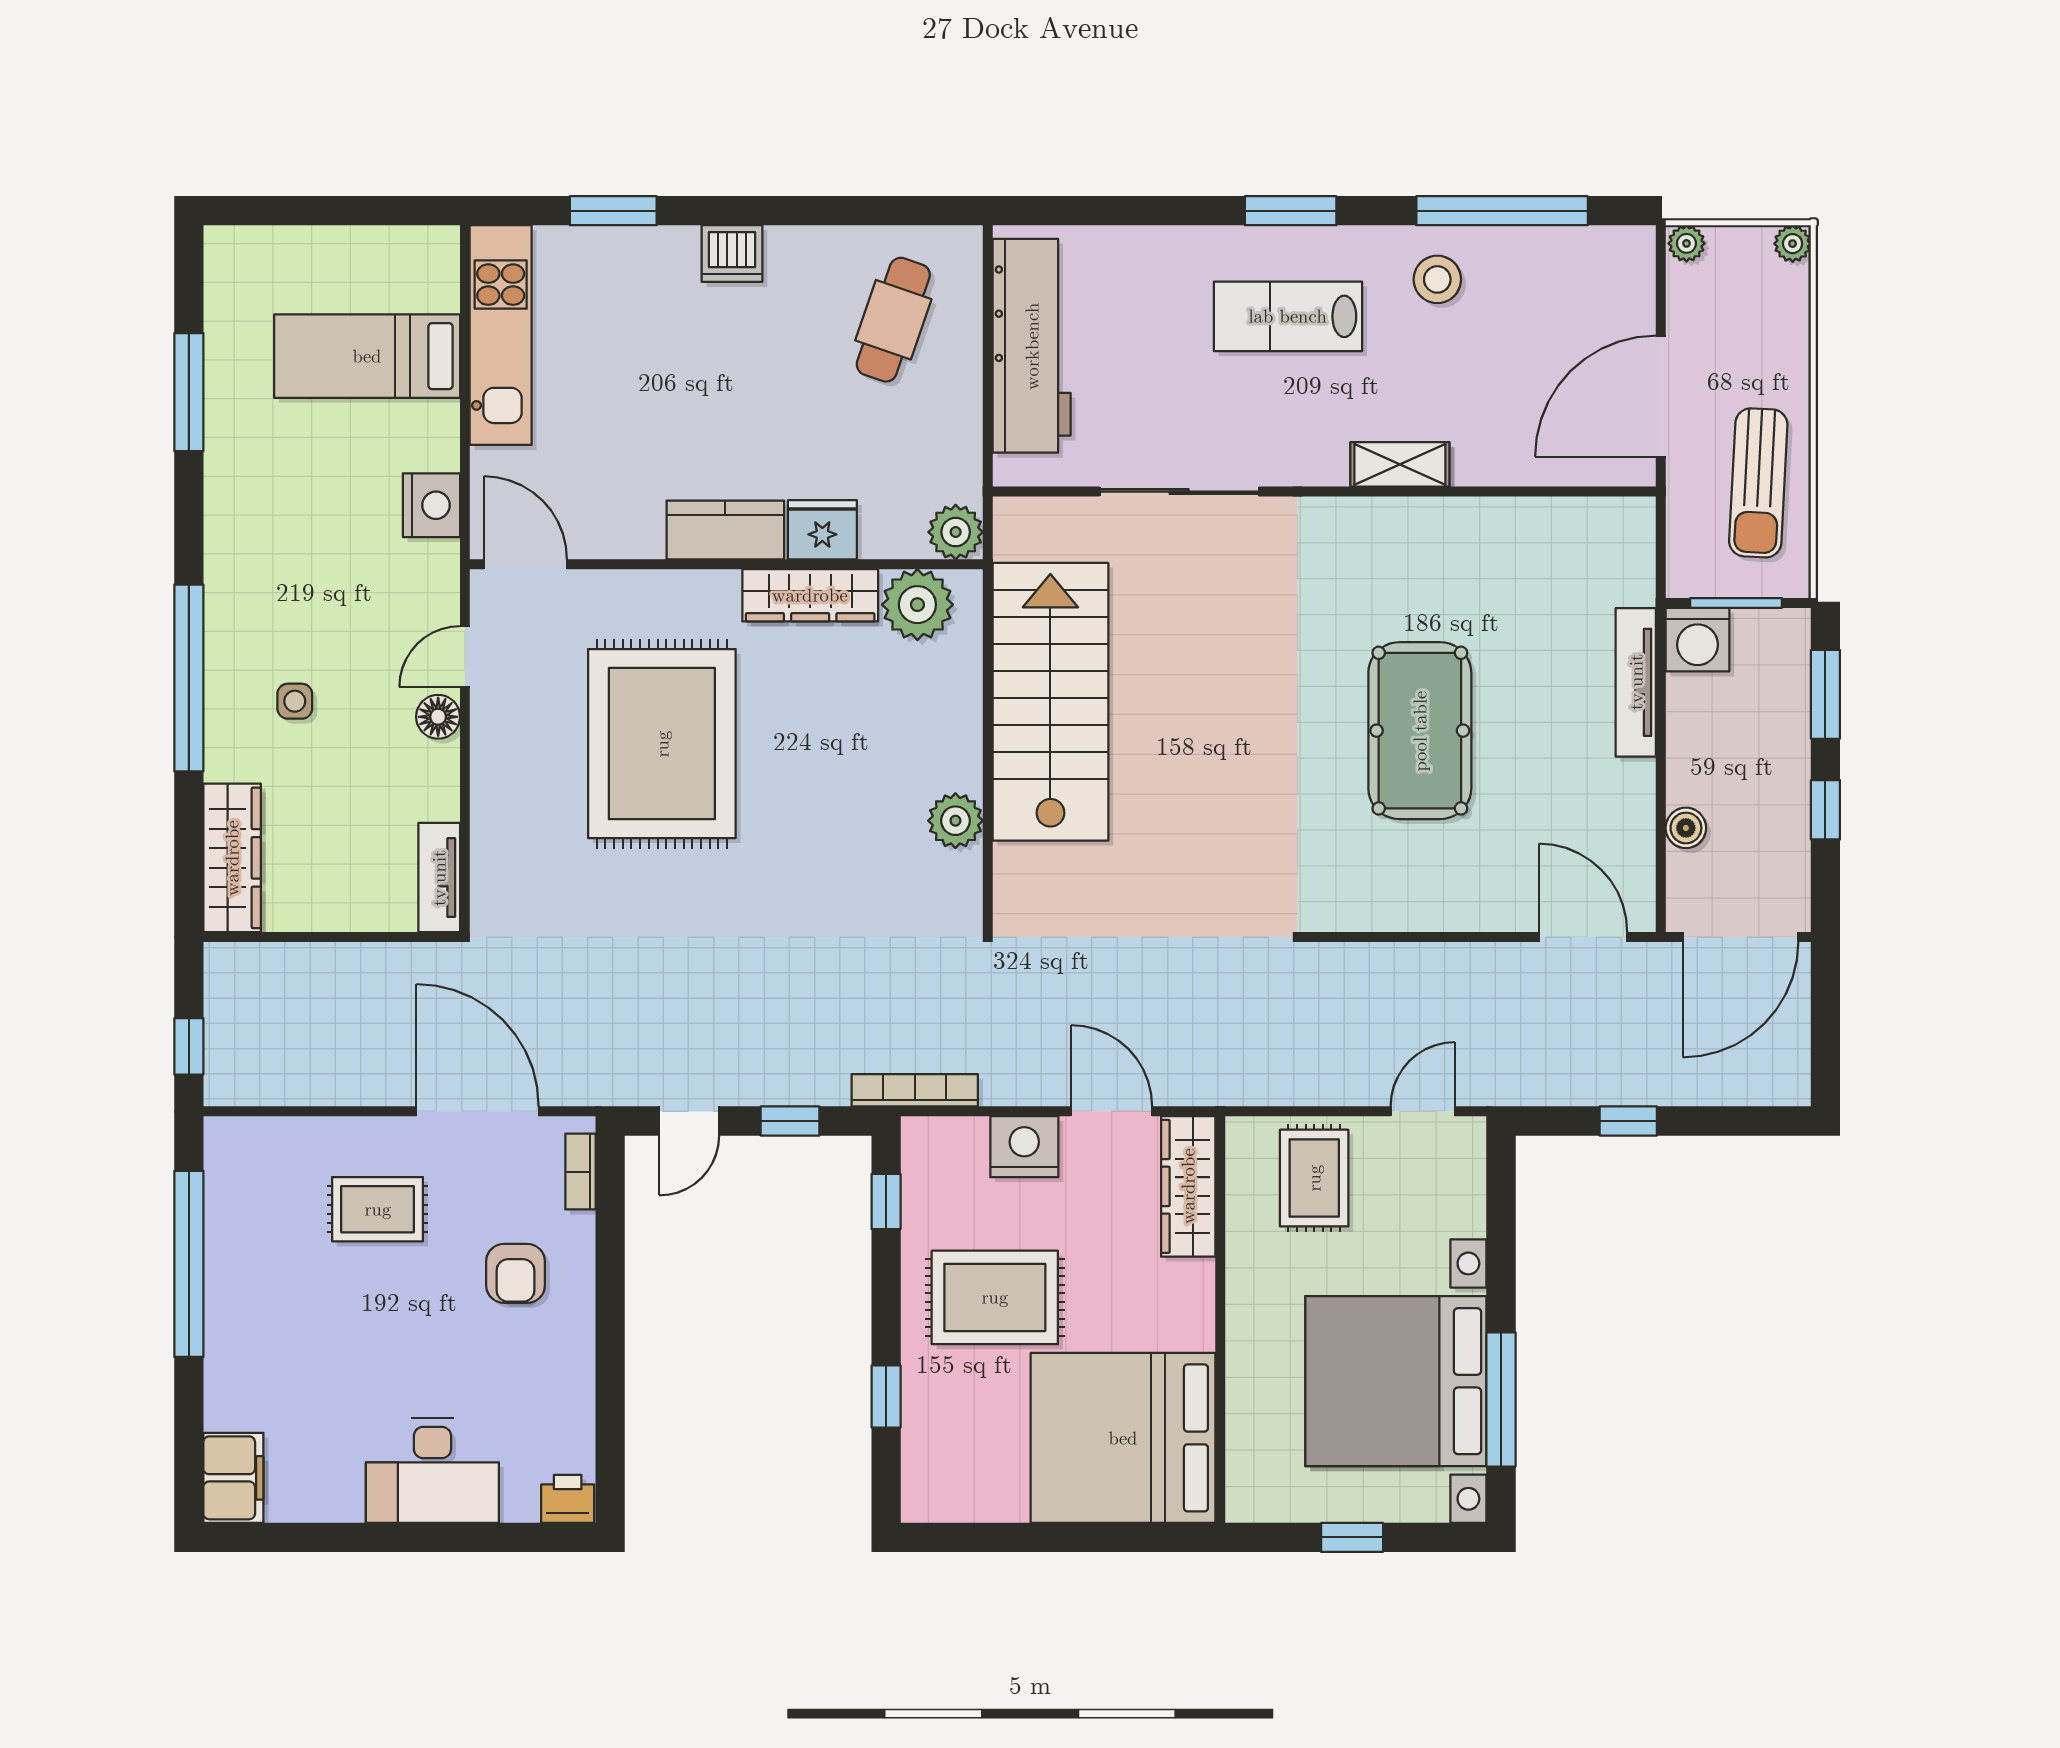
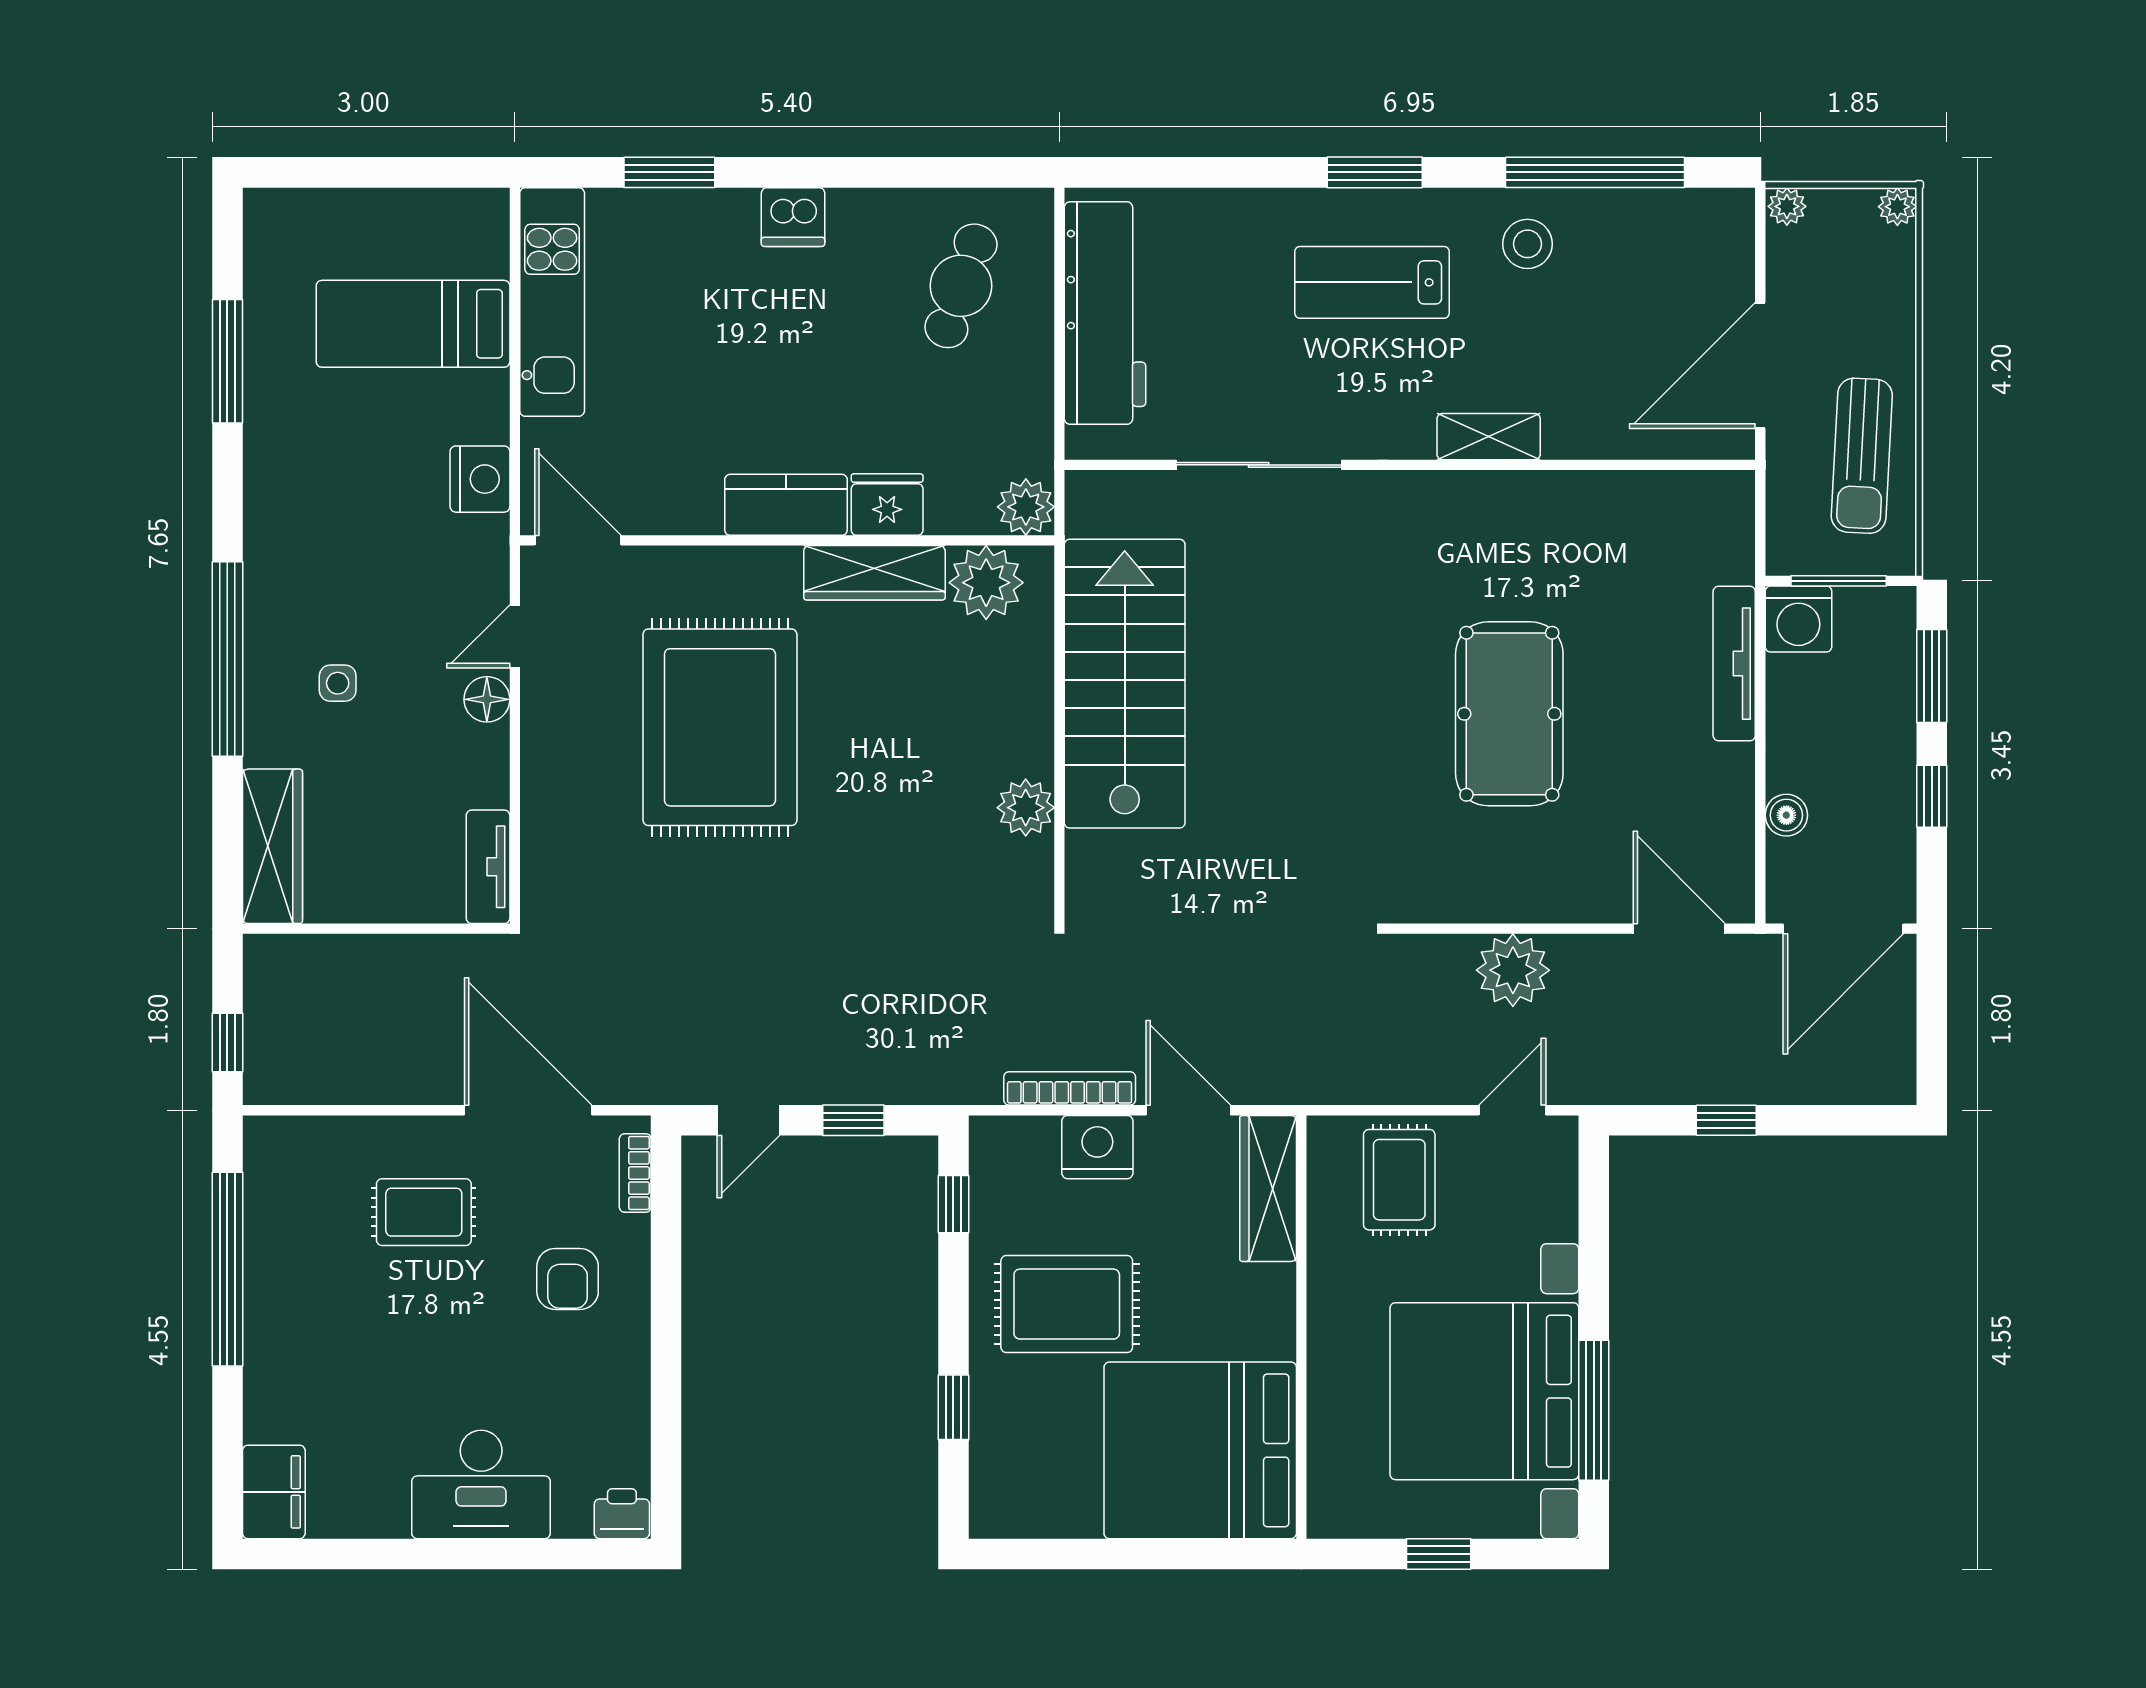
plant: (1423, 977) -> (1513, 970), added
bookcase: (915, 1090) -> (1070, 1088), moved

